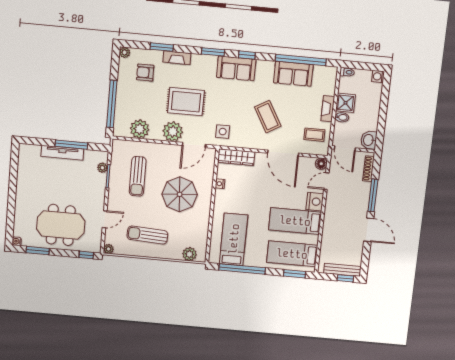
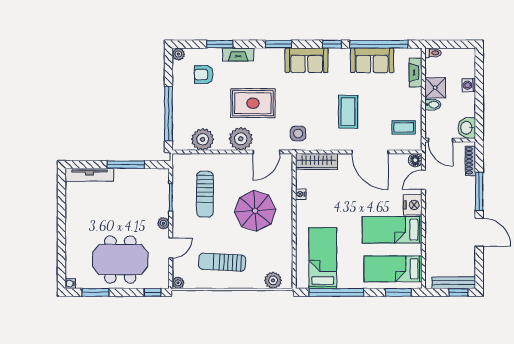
window: (247, 55) -> (332, 44), moved
washing machine: (378, 76) -> (469, 85), moved
fireplace: (328, 109) -> (416, 72), moved
coffee table: (268, 117) -> (348, 112), turned 30
tv unit: (62, 153) -> (89, 175), moved
plant: (102, 168) -> (163, 223), moved

